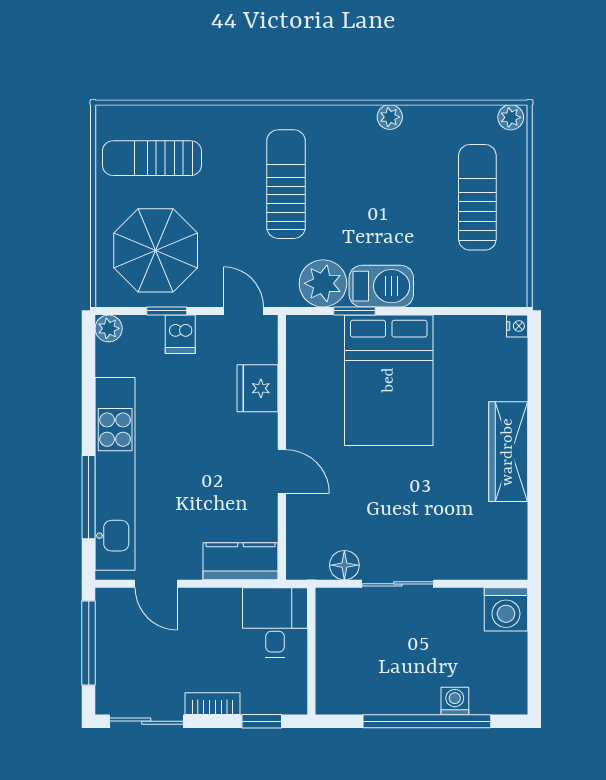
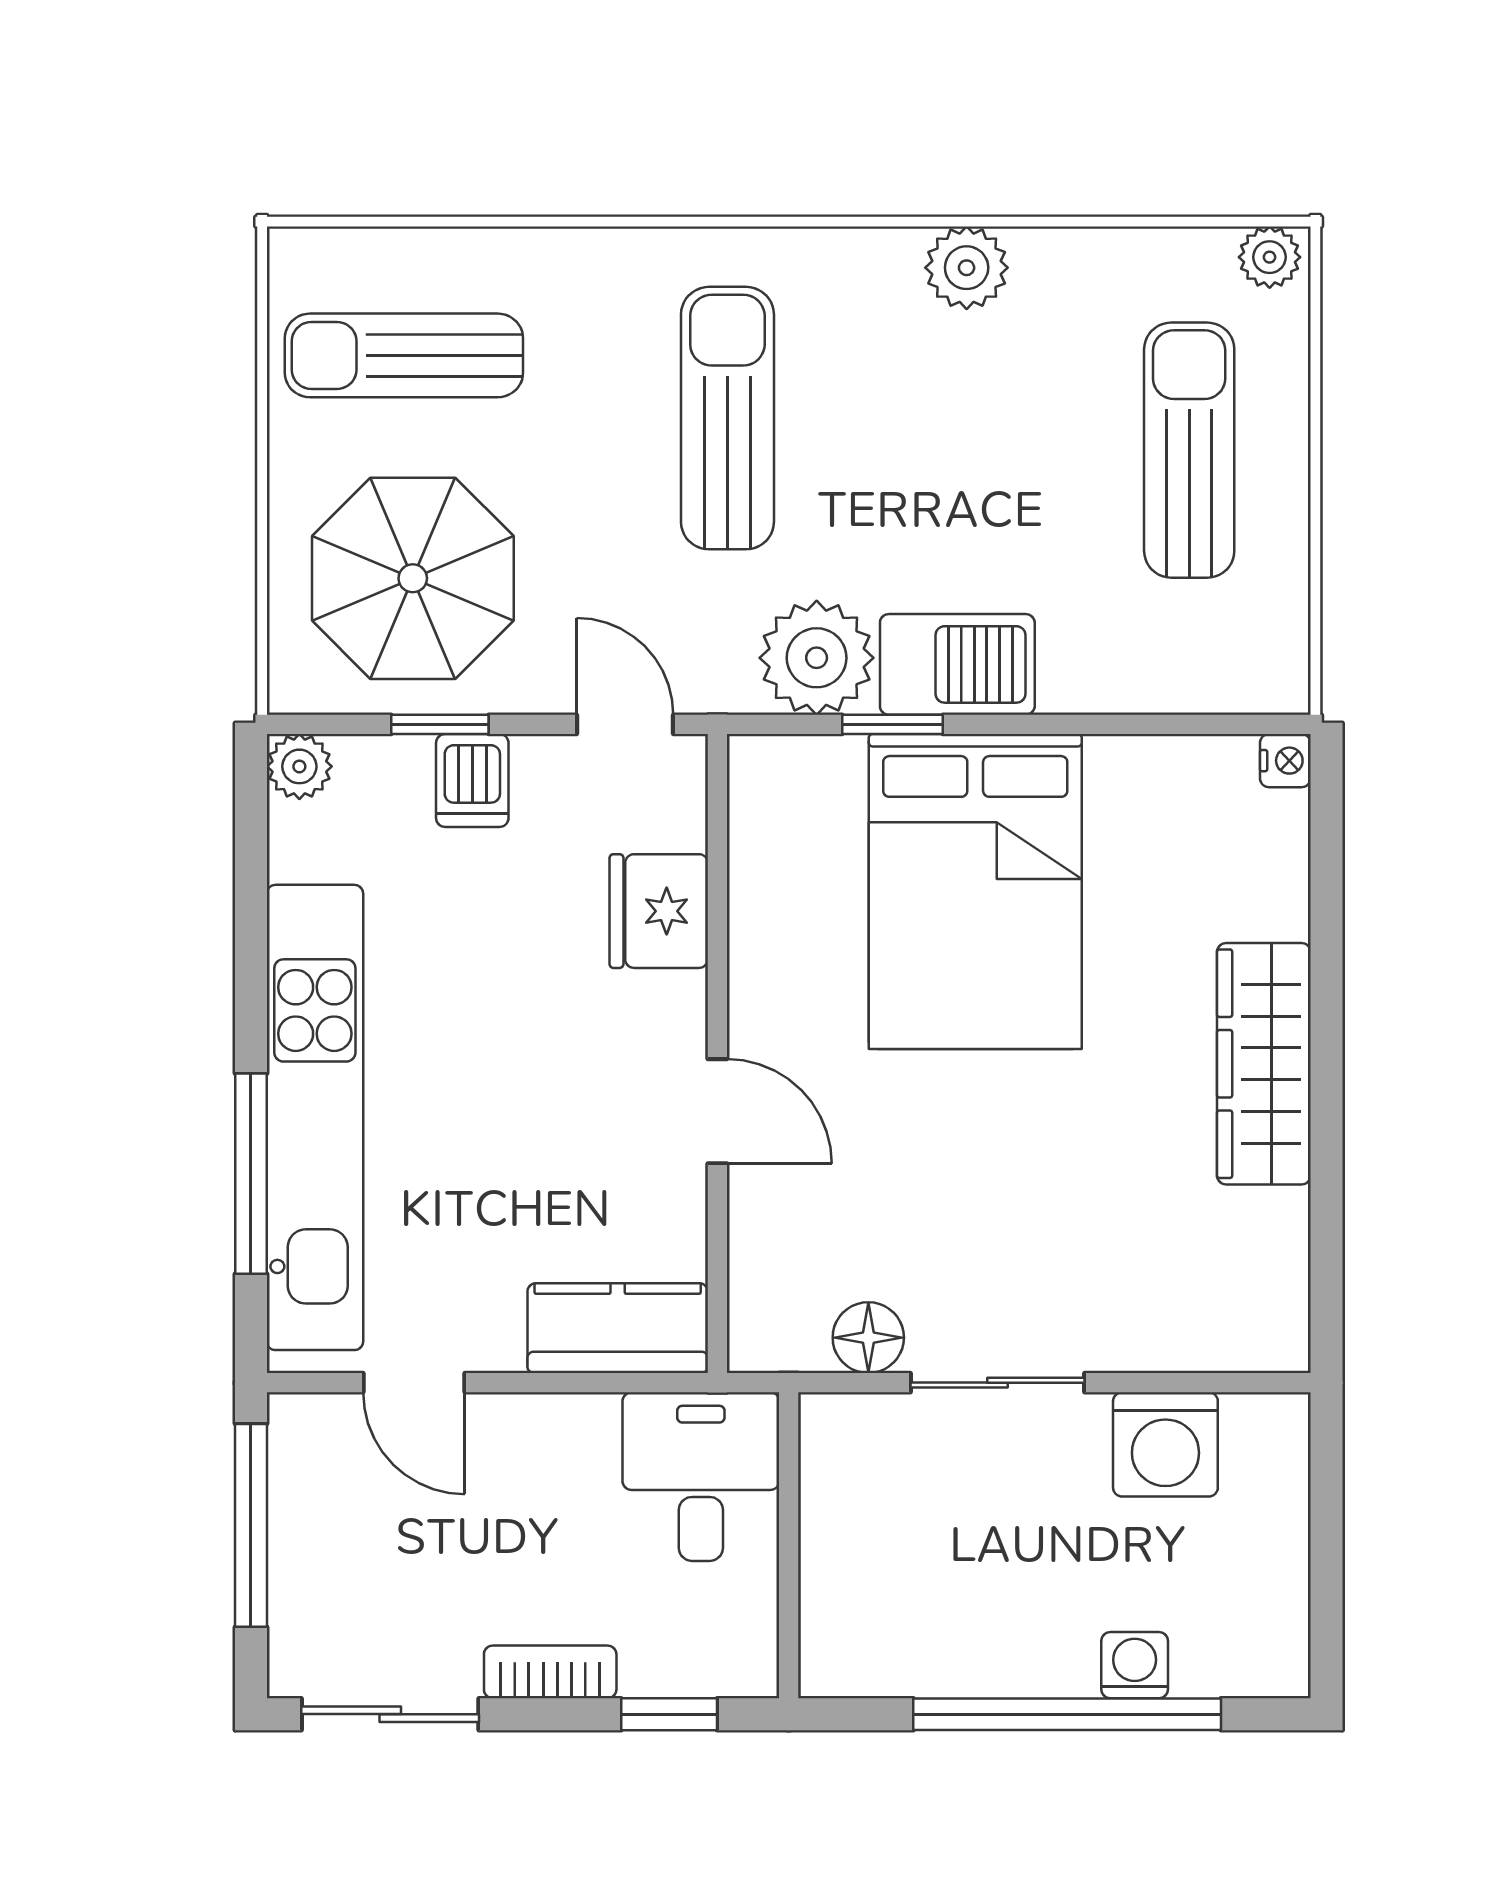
plant: (390, 117) -> (967, 268), width x1.38, depth x1.38
washing machine: (506, 609) -> (1165, 1444), moved

